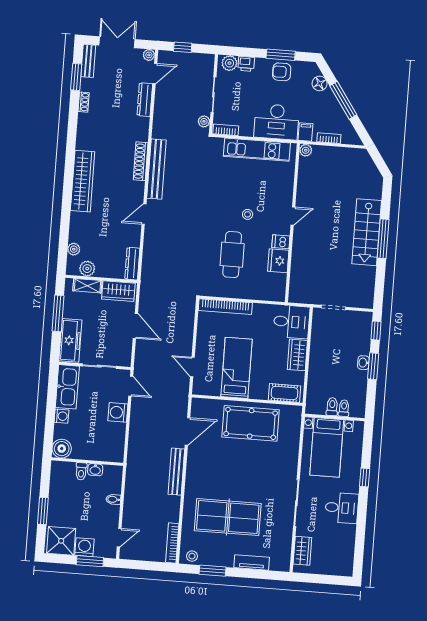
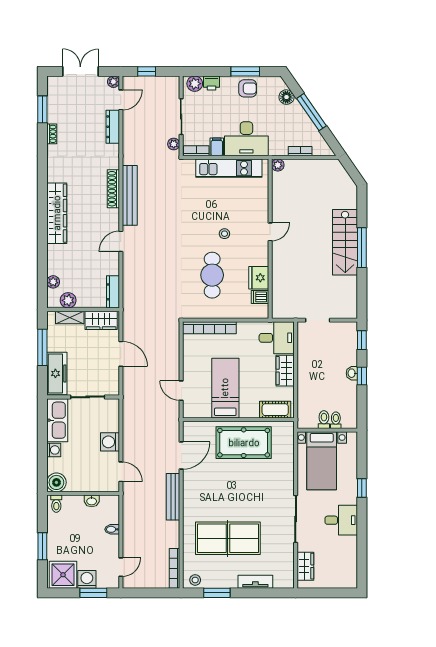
bench: (88, 61) -> (53, 92), removed
armchair: (282, 72) -> (248, 88), turned 180
filing cabinet: (305, 132) -> (217, 147), moved
dishwasher: (281, 242) -> (260, 297), moved
window: (373, 366) -> (362, 376), width x0.67
door: (131, 386) -> (121, 472), moved
toilet: (81, 471) -> (56, 504), moved

